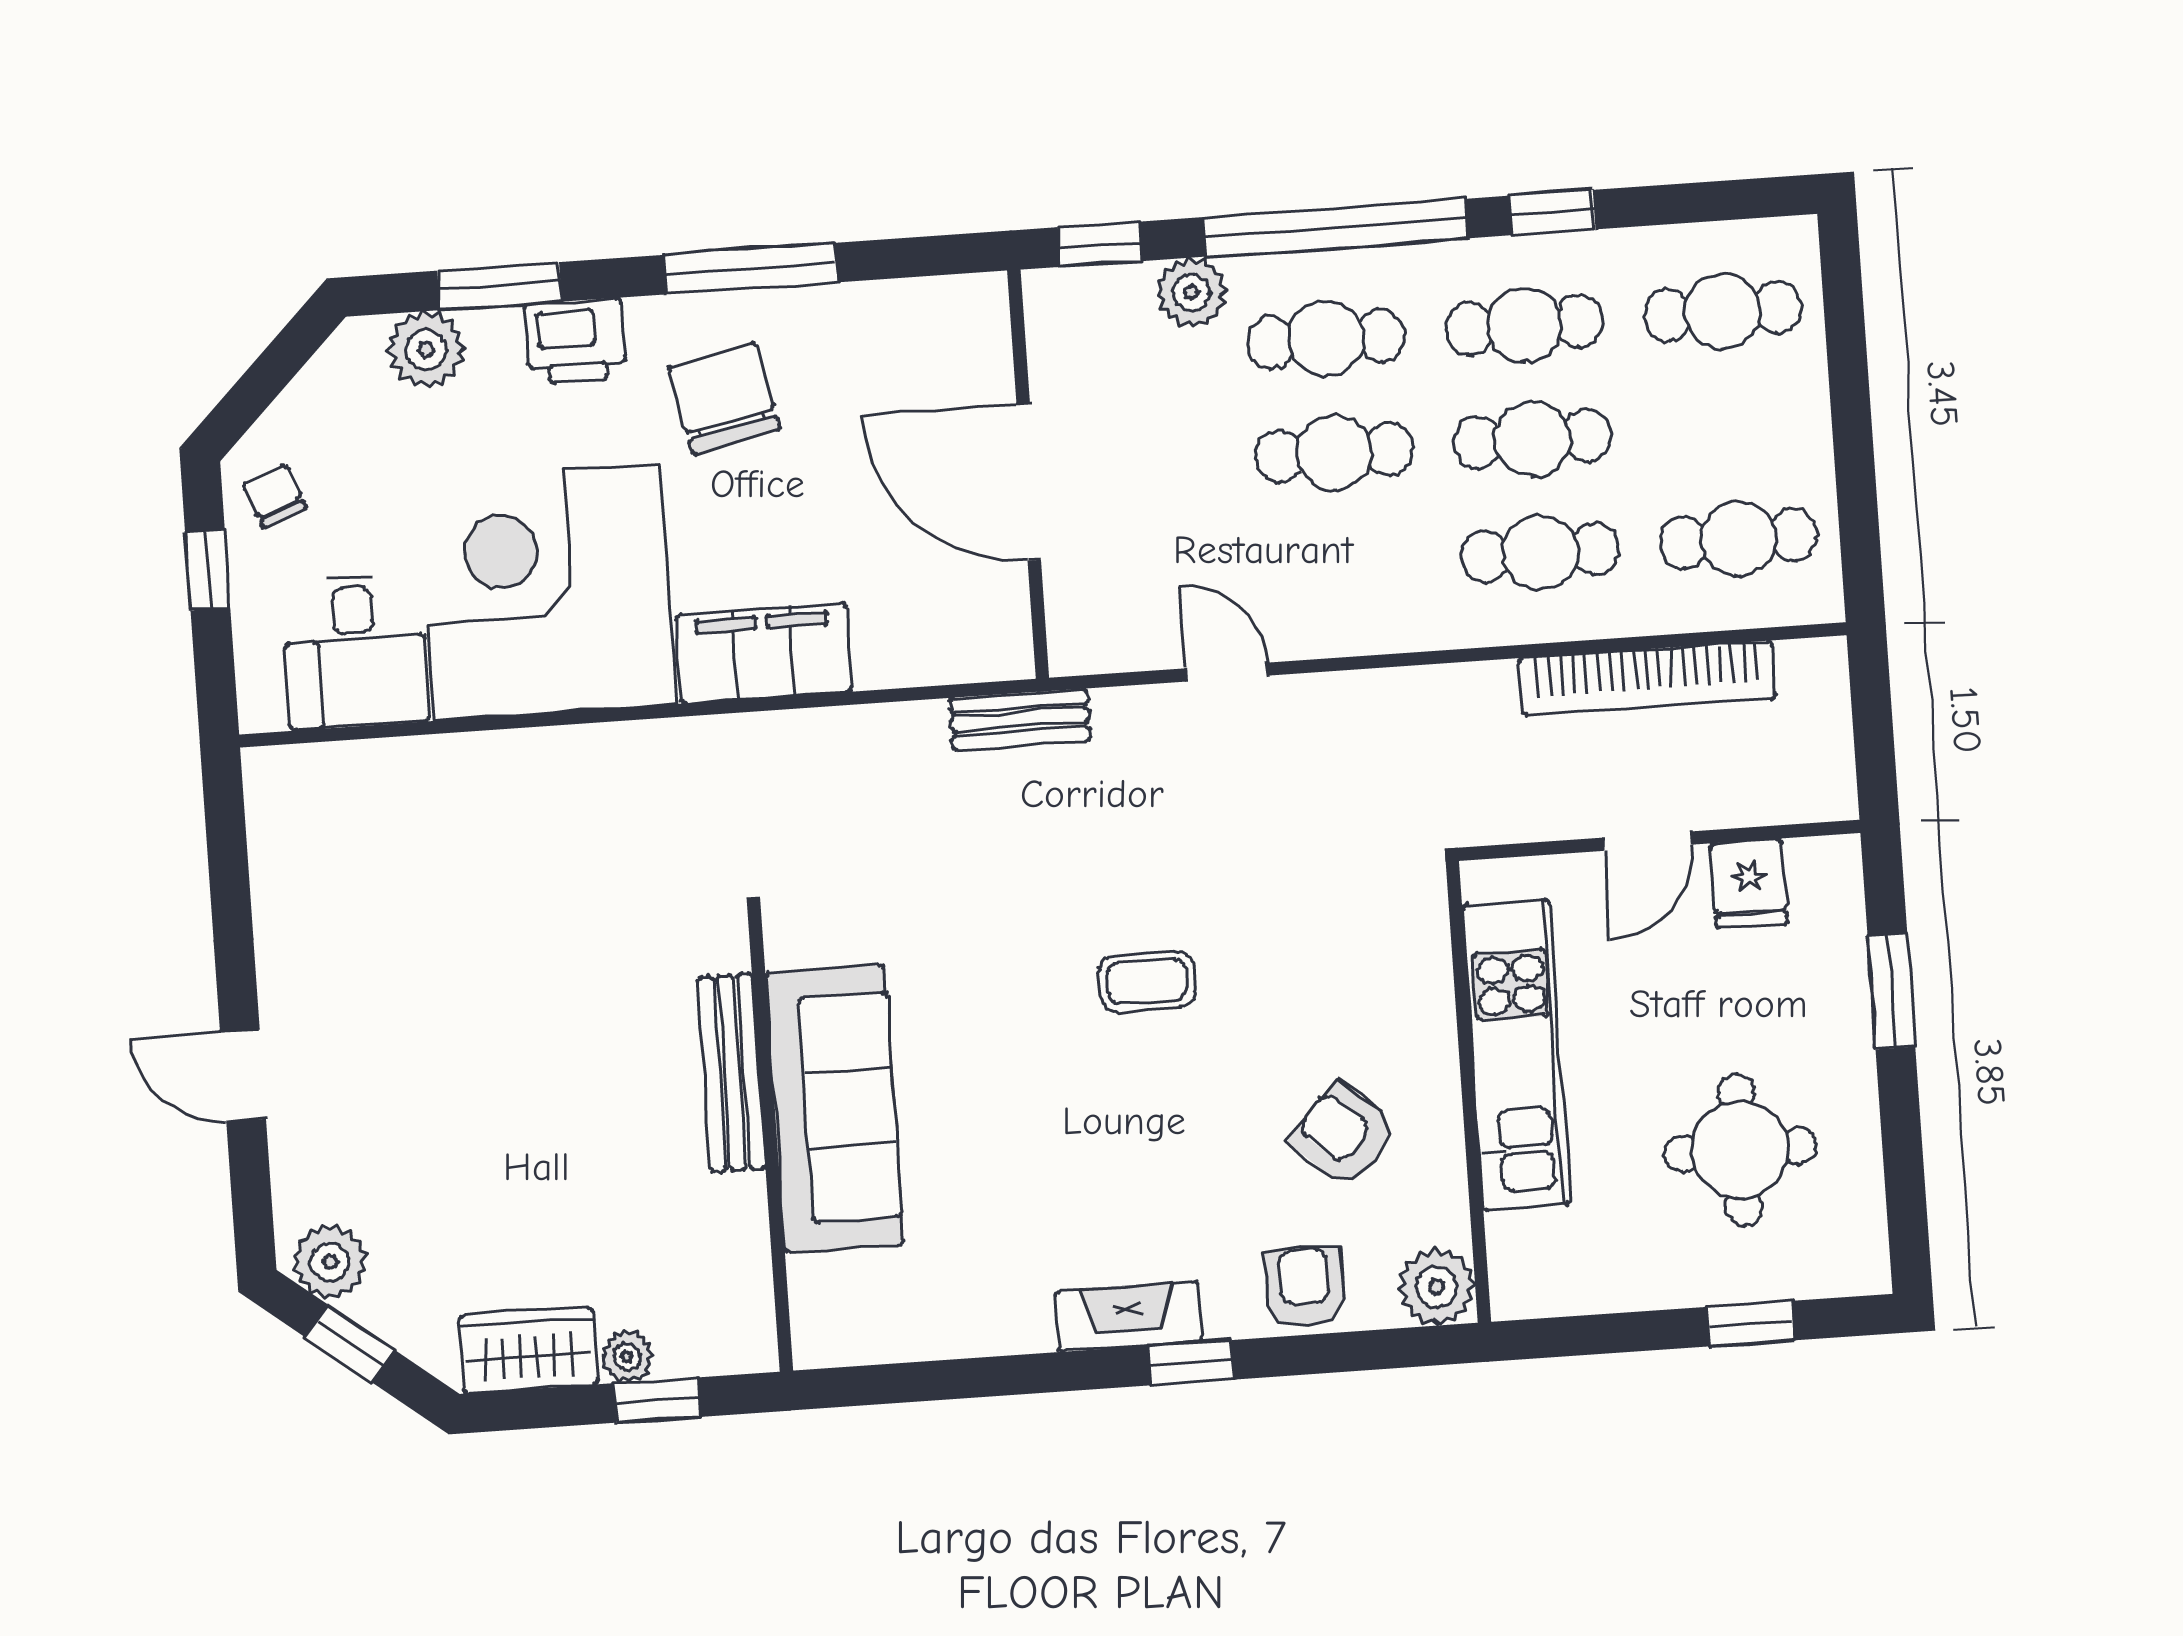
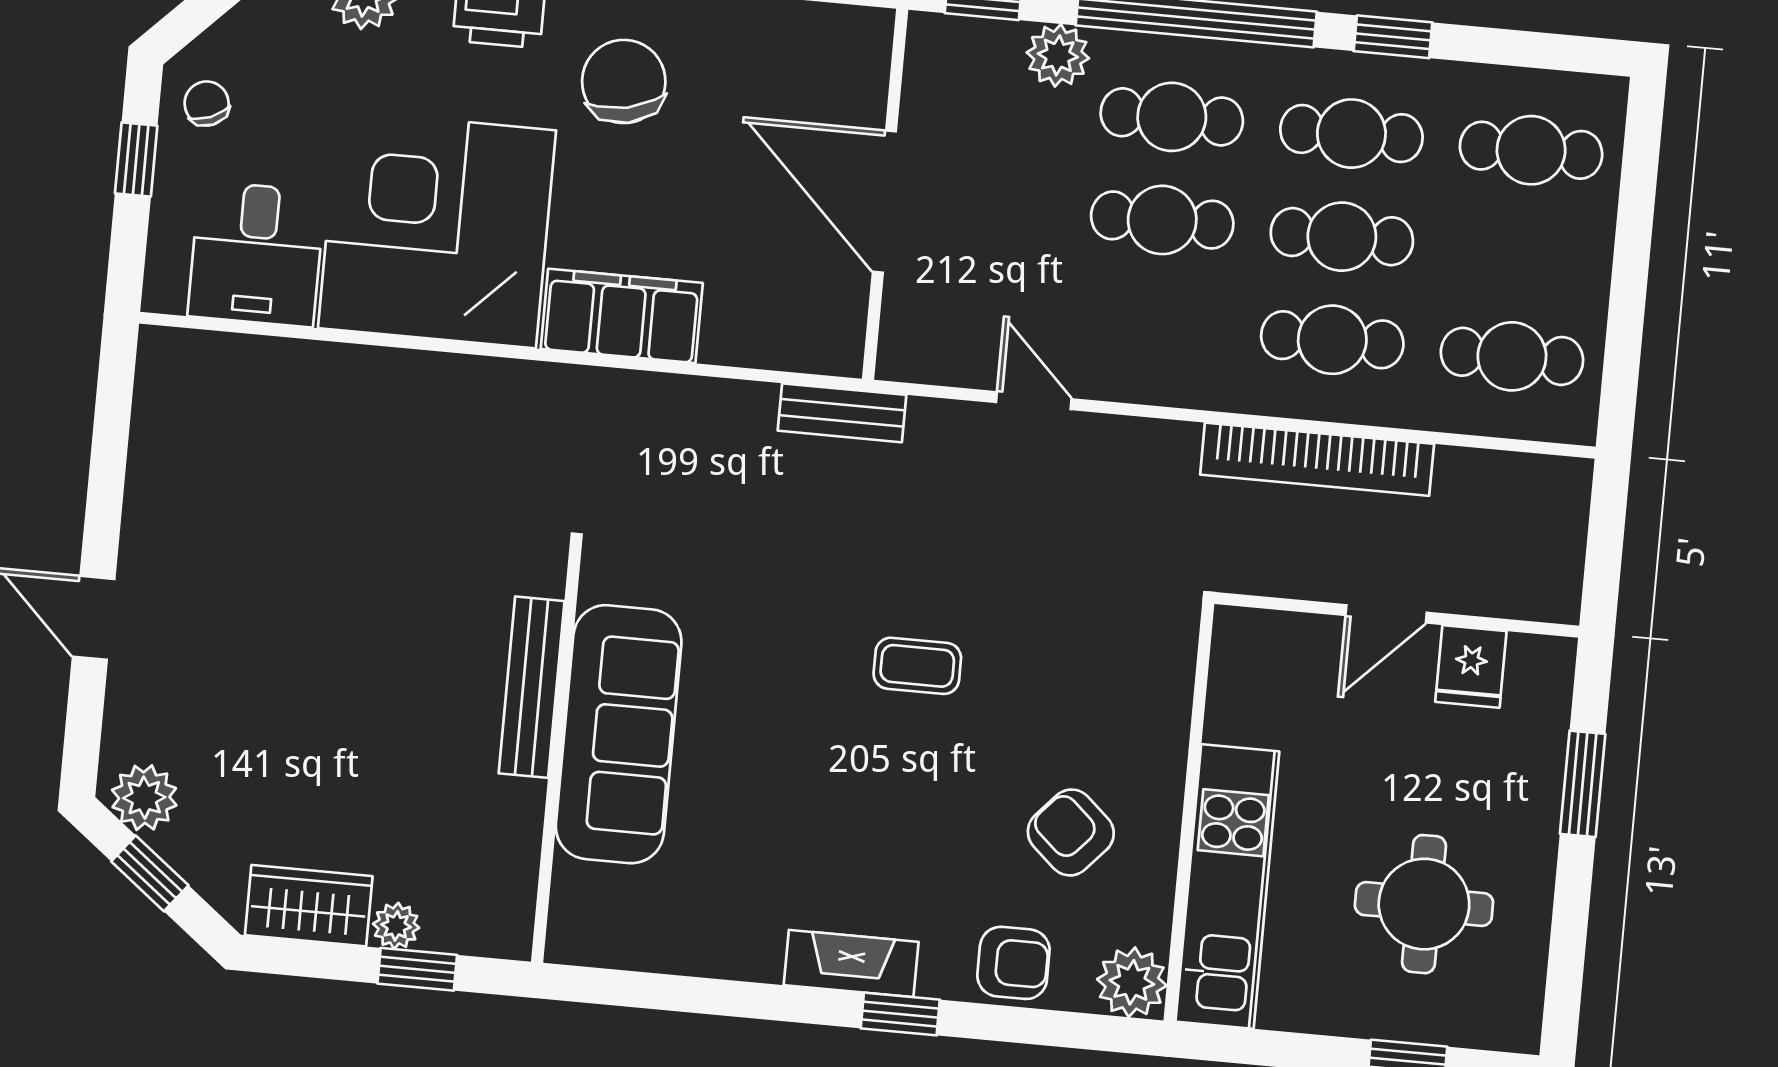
bookcase: (1647, 678) -> (1317, 459), moved
kitchen unit: (1516, 1055) -> (1227, 886), moved
armchair: (1305, 1287) -> (1013, 963), turned 90

